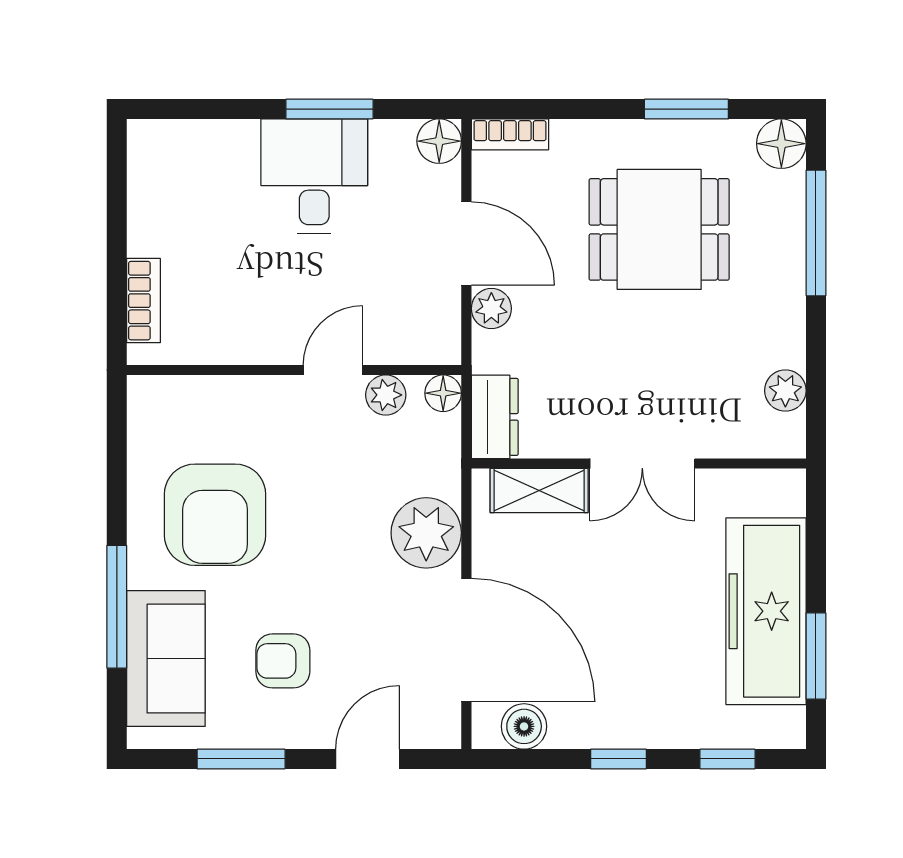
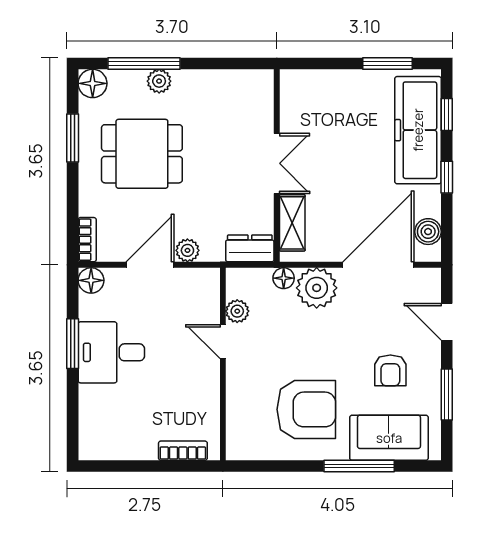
dining table: (659, 229) -> (142, 154), turned 90
plant: (785, 391) -> (159, 81), moved
floor lamp: (443, 393) -> (284, 278), moved
freezer: (766, 611) -> (418, 130), moved, turned 90

